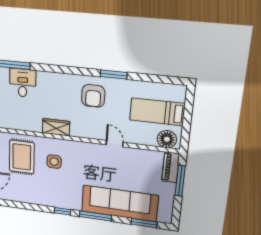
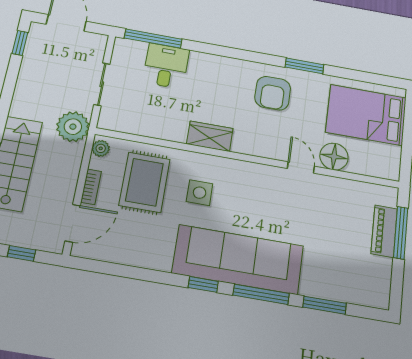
bed: (157, 112) -> (366, 115), width x1.50
floor lamp: (167, 139) -> (334, 157), moved
piano: (171, 167) -> (384, 231), moved
sofa: (120, 203) -> (238, 259), moved
window: (144, 223) -> (325, 305), moved

